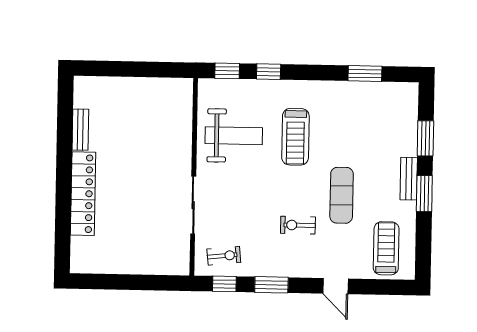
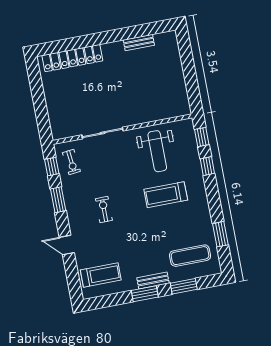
locker: (83, 194) -> (72, 58), moved
exercise mat: (342, 195) -> (190, 256), moved
door: (336, 286) -> (67, 245), hinge flipped

